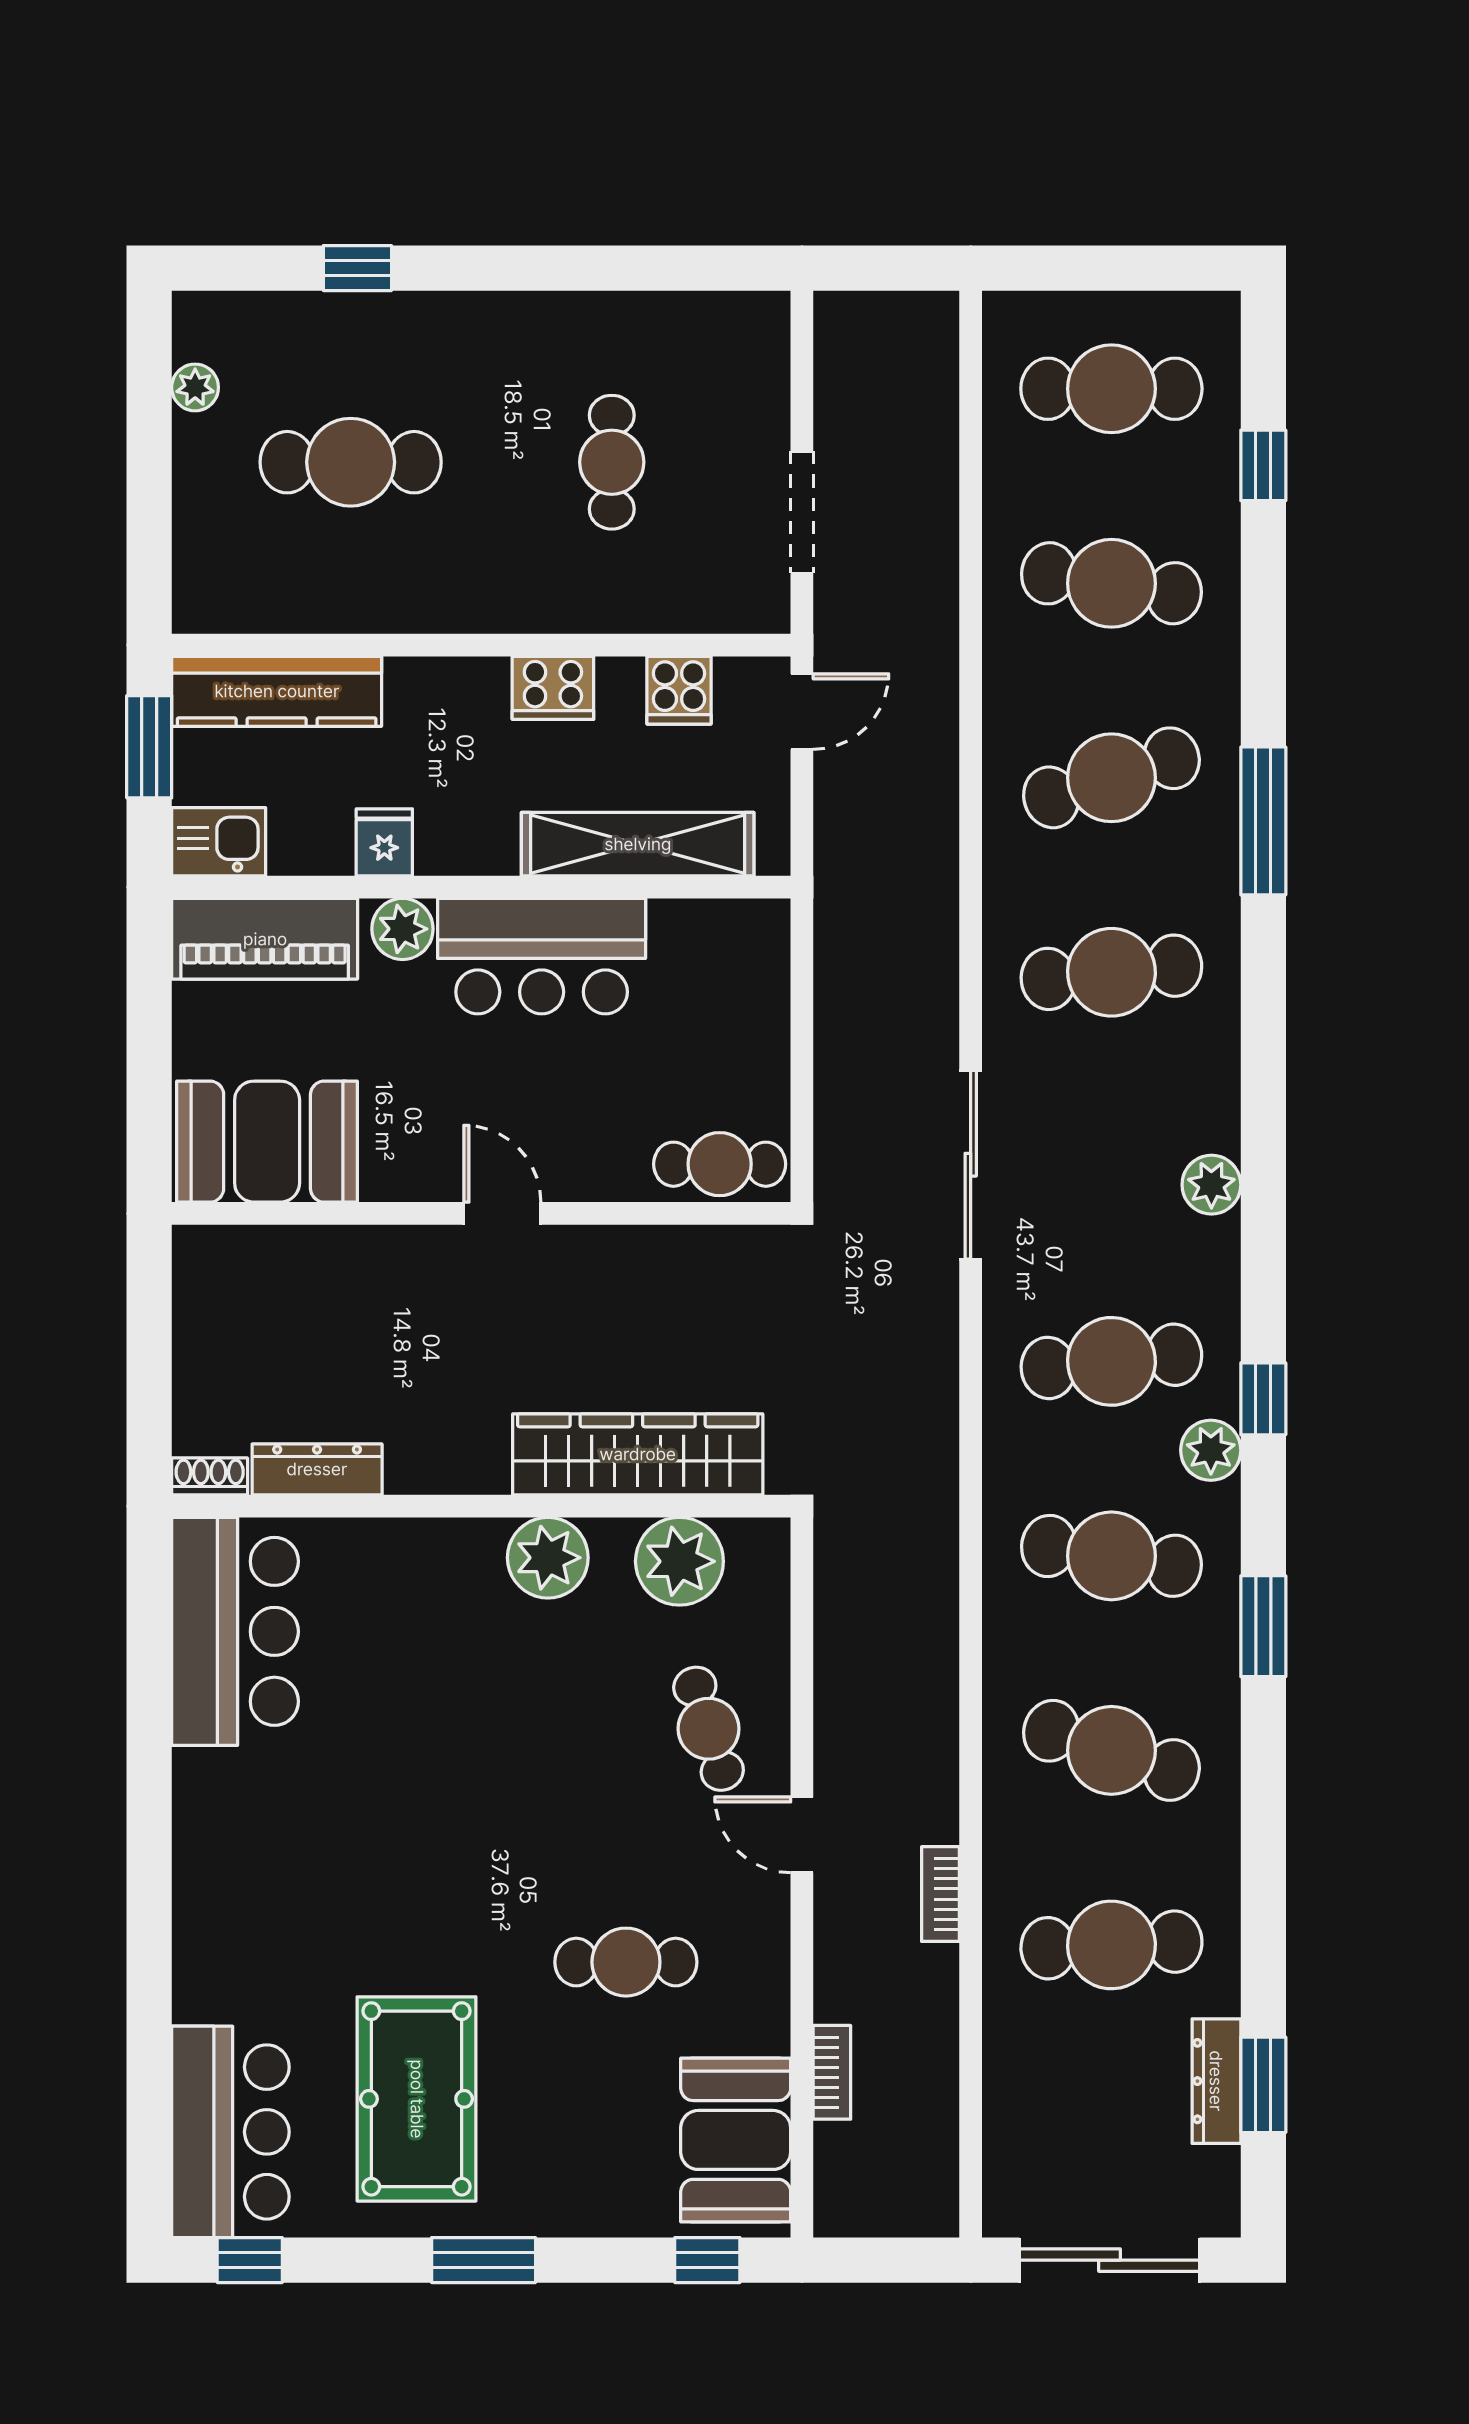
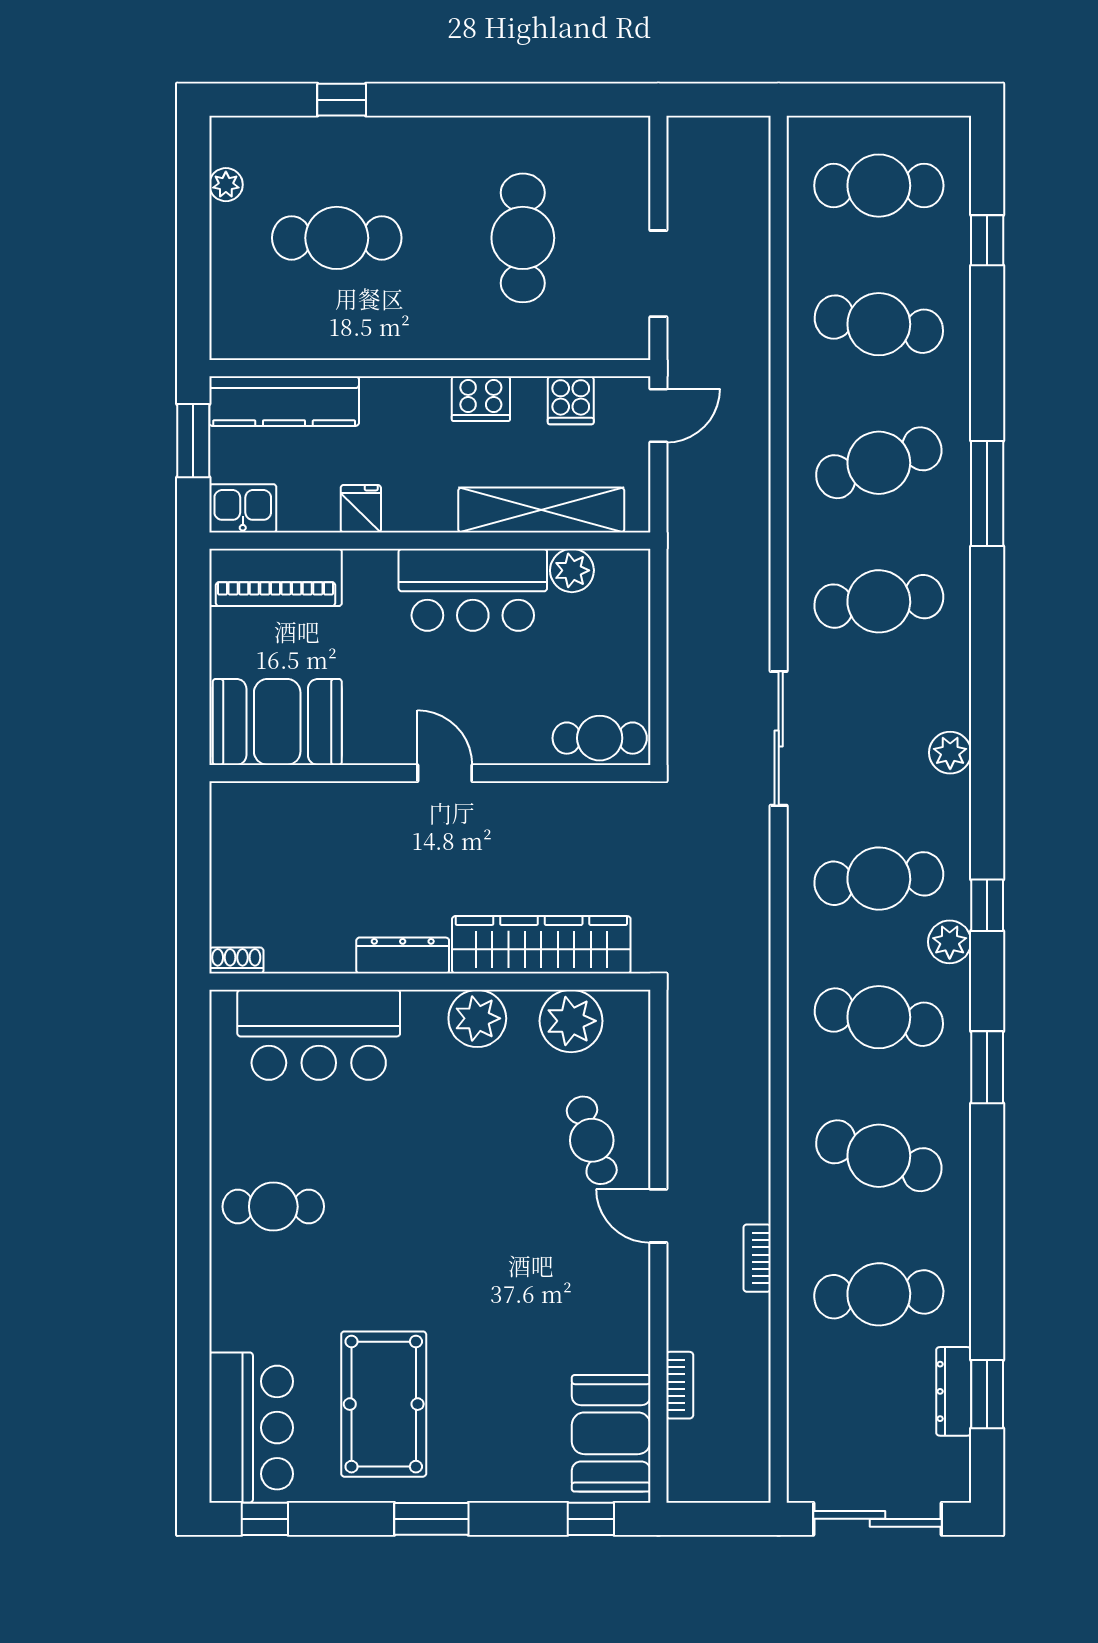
cafe table: (612, 462) -> (523, 238), width x1.37, depth x1.35
plant: (402, 929) -> (572, 570), moved
dresser: (317, 1469) -> (403, 956), moved
bar counter: (235, 1631) -> (319, 1035), moved, turned 90
cafe table: (626, 1962) -> (273, 1207), moved

